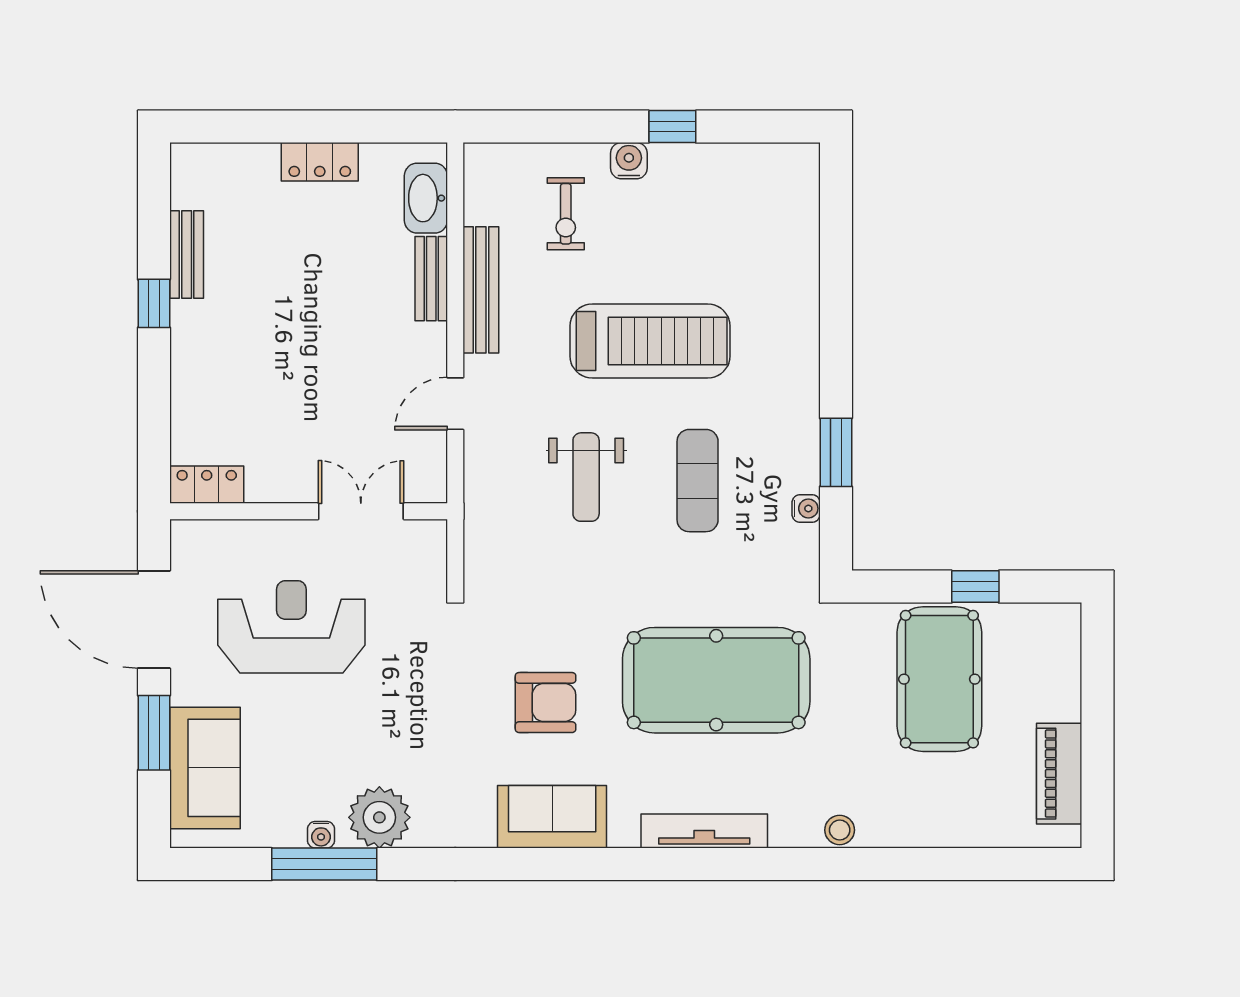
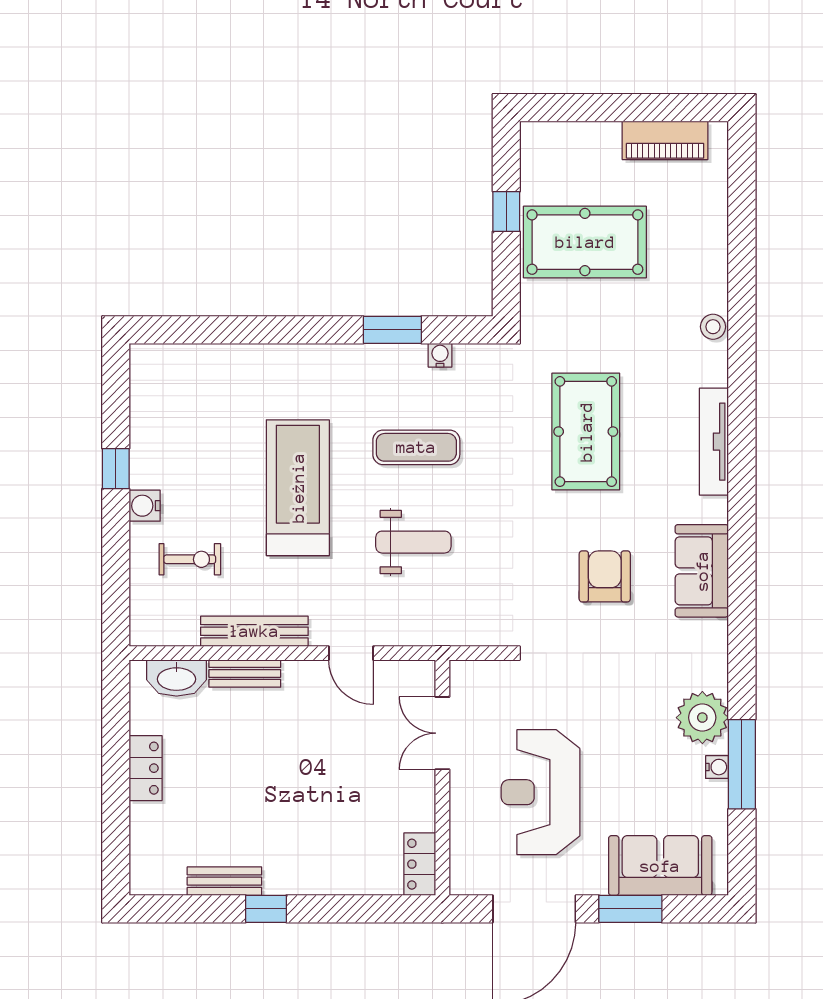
pool table: (716, 680) -> (586, 432), width x0.73, depth x0.76

